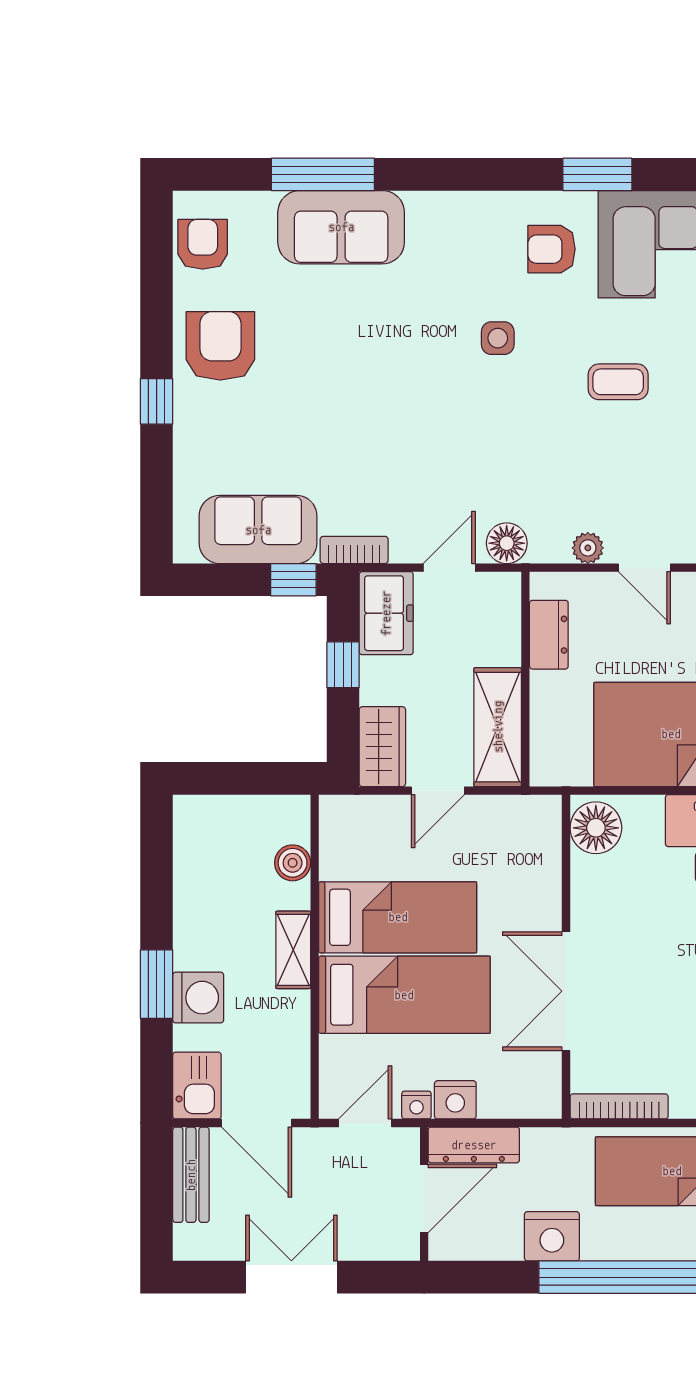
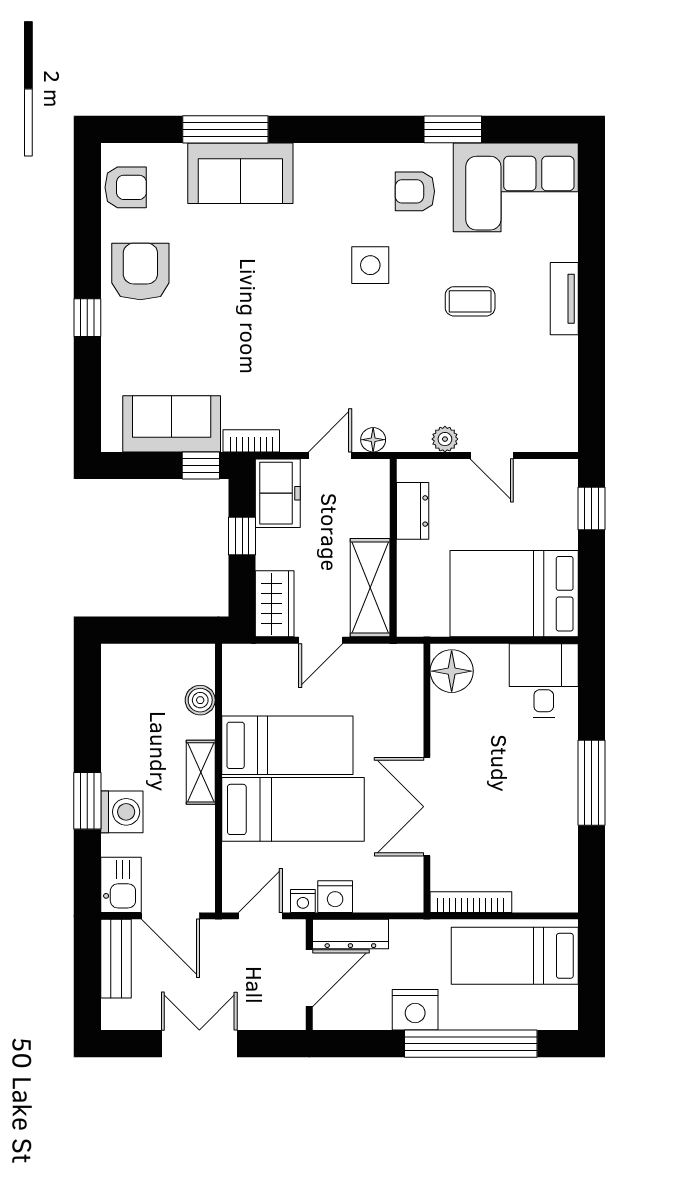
armchair: (203, 244) -> (126, 187), turned 90
side table: (498, 338) -> (370, 265), width x1.37, depth x1.37
floor lamp: (507, 543) -> (373, 440), width x0.73, depth x0.73

